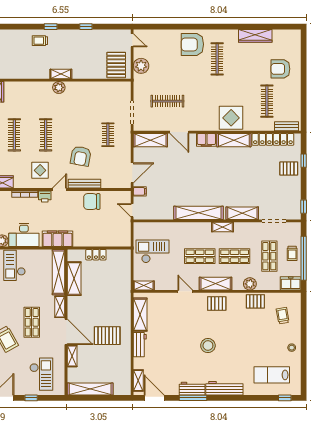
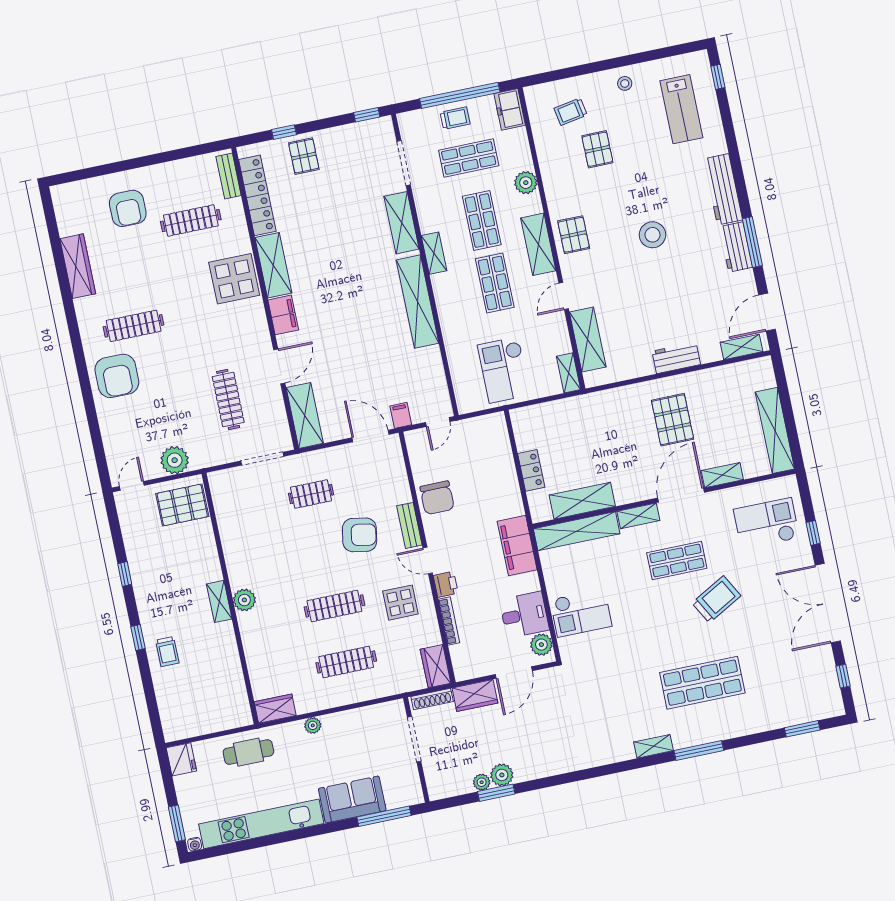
bench: (84, 184) -> (409, 525), width x0.73
desk: (24, 235) -> (524, 615), width x0.73
pallet: (255, 301) -> (597, 149), moved
shelving: (140, 315) -> (588, 340), moved, turned 90

